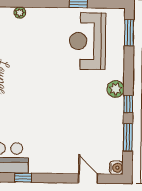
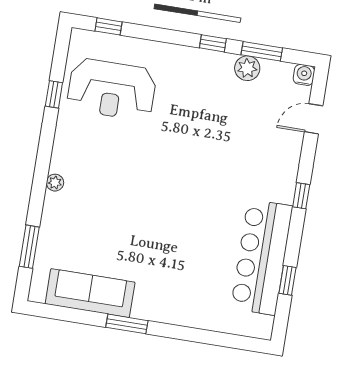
window: (129, 33) -> (109, 26), width x0.67
plant: (116, 89) -> (247, 68), moved
window: (23, 178) -> (301, 196), moved

